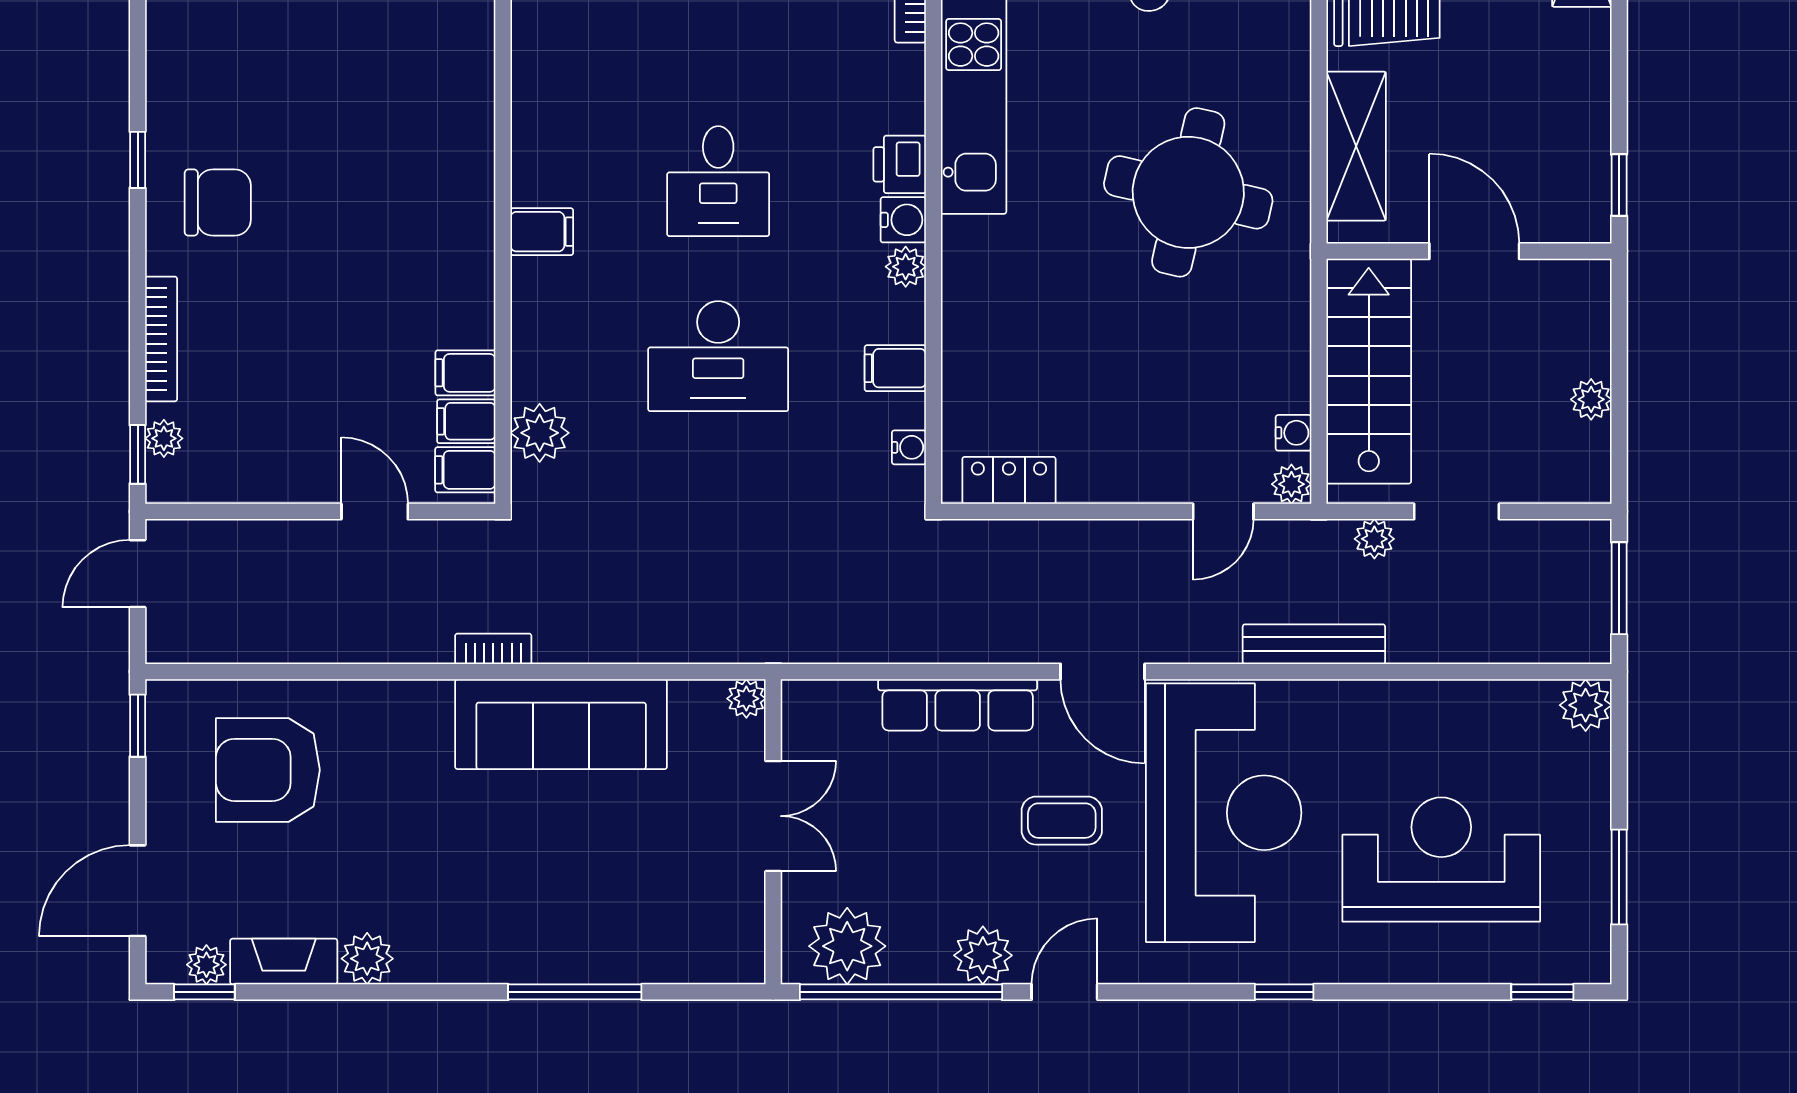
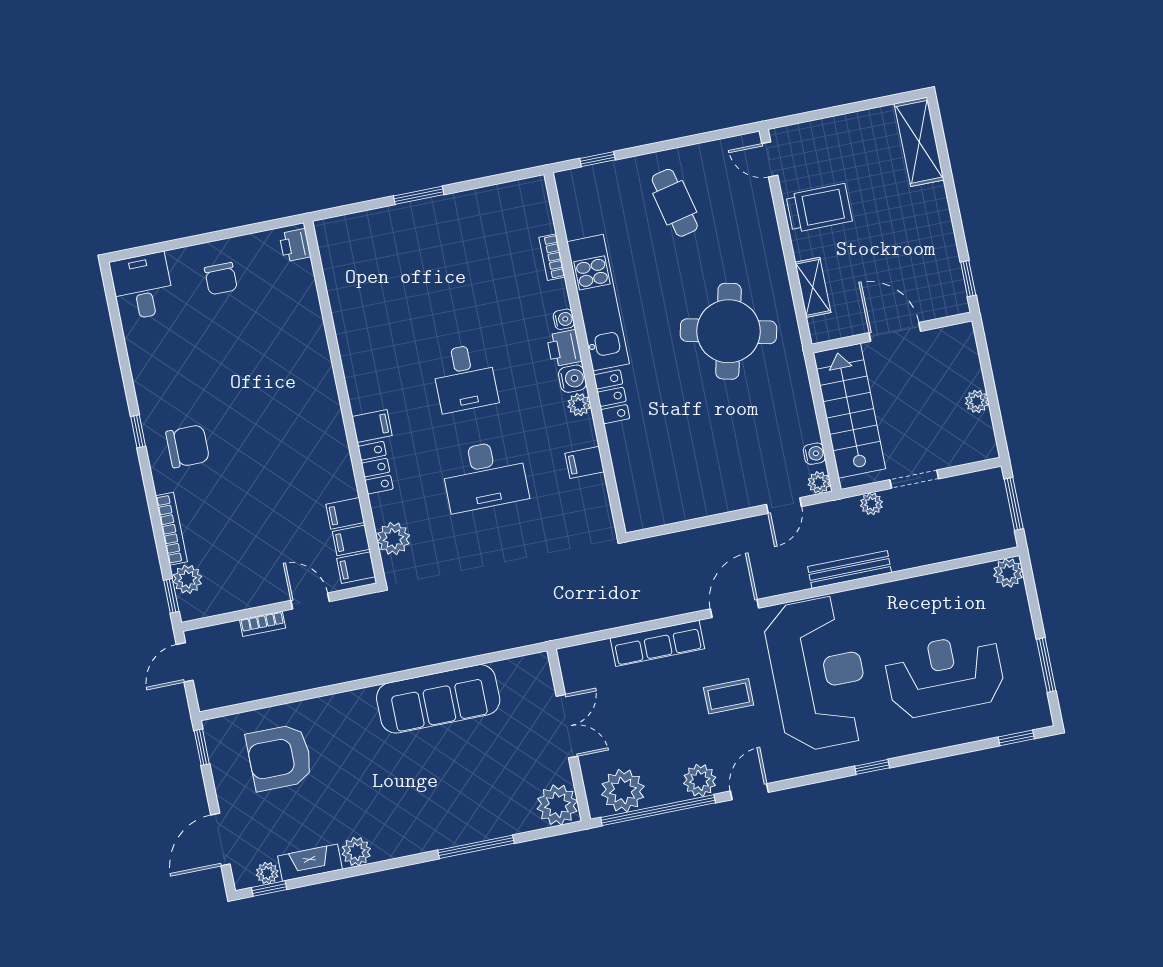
shelving: (1356, 146) -> (813, 287), width x0.67, depth x0.75
locker: (533, 305) -> (376, 468), added
plant: (164, 438) -> (187, 579), width x1.38, depth x1.38
water cooler: (909, 447) -> (564, 319), moved
locker: (1009, 480) -> (612, 397), moved, turned 90
bookcase: (493, 649) -> (263, 624), moved, turned 180
door: (1103, 672) -> (735, 609), swing flipped
plant: (746, 699) -> (557, 805), moved, width x1.88, depth x1.88

